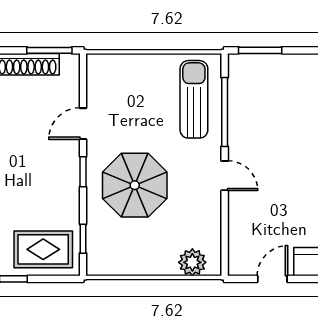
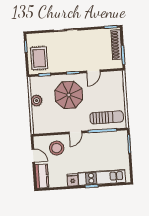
door: (83, 124) -> (93, 71), swing flipped
stool: (258, 222) -> (57, 148), added
plant: (192, 262) -> (36, 101), moved

